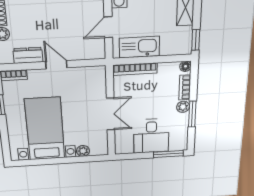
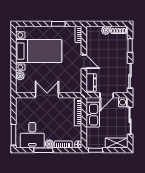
door: (108, 27) -> (107, 95), swing flipped
dresser: (28, 55) -> (91, 82), moved
door: (56, 65) -> (84, 62), hinge flipped
double door: (111, 114) -> (47, 95), swing flipped
desk: (151, 136) -> (32, 135), moved, turned -90

